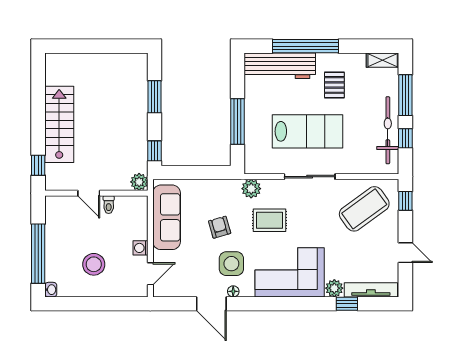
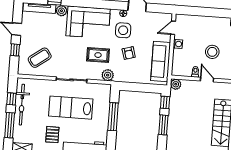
window: (154, 97) -> (163, 125), moved
window: (405, 201) -> (15, 50), moved
coffee table: (364, 209) -> (40, 58), width x0.73, depth x0.76
stool: (94, 264) -> (212, 52), moved

